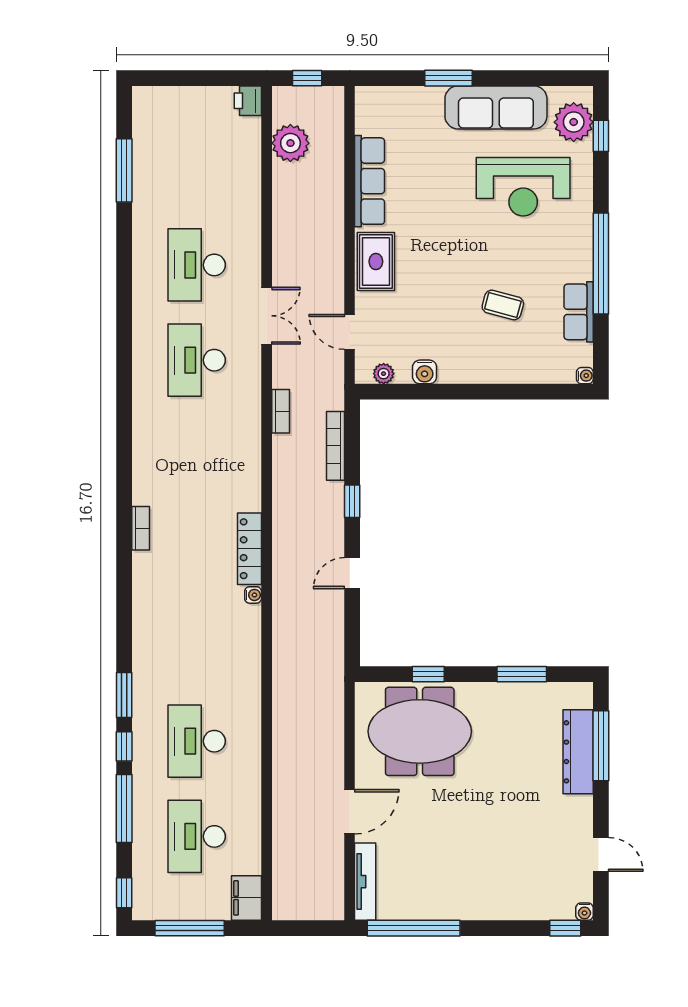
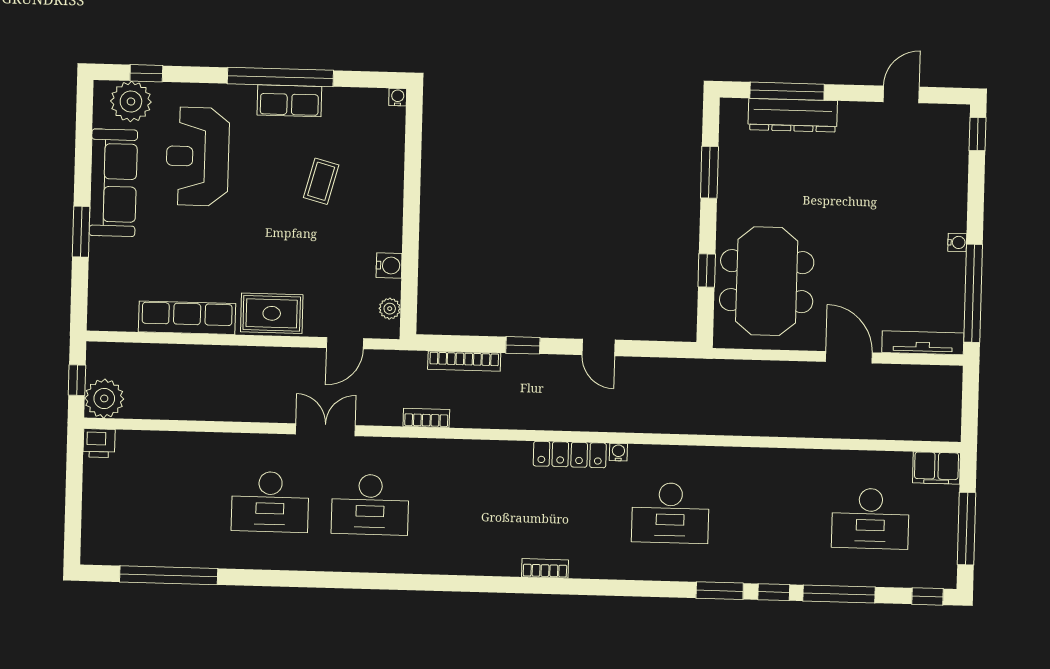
plant: (290, 143) -> (104, 398), moved
window: (124, 170) -> (169, 575), width x1.46
reception desk: (523, 187) -> (198, 156), turned 180
row of seats: (579, 312) -> (289, 101), moved
desk: (197, 741) -> (670, 513), moved
water cooler: (584, 912) -> (957, 242), moved

